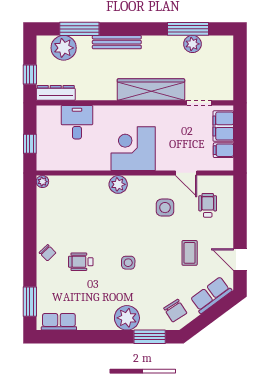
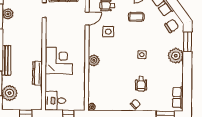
wardrobe: (151, 90) -> (36, 40), removed
dresser: (56, 93) -> (37, 73), moved
desk: (77, 122) -> (55, 101), moved
corner desk: (133, 149) -> (59, 61), moved, turned 180

